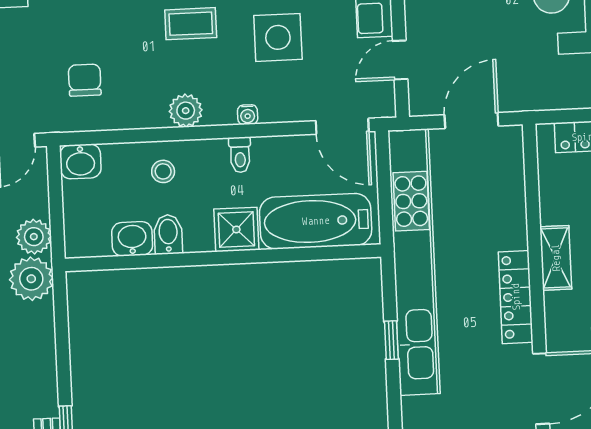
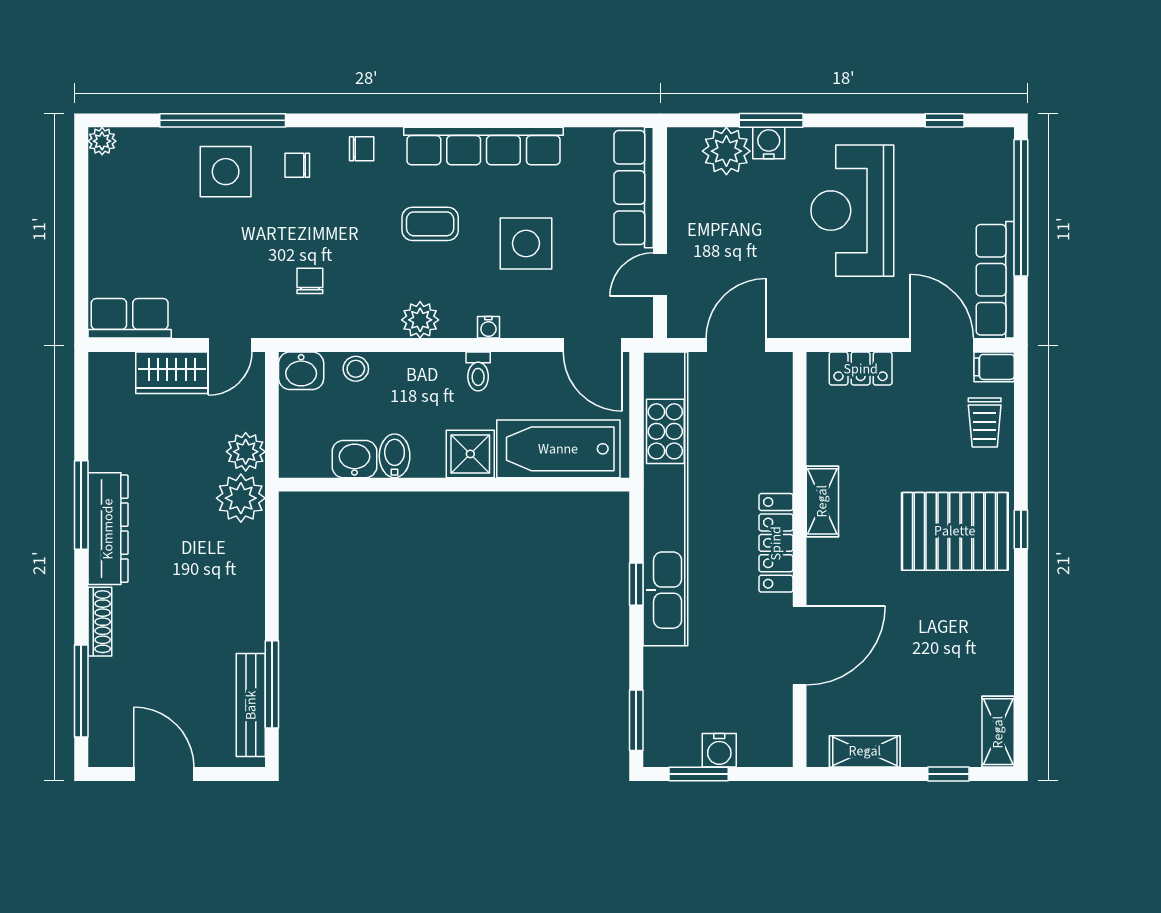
chair: (85, 80) -> (310, 281), width x0.73, depth x0.73
stool: (163, 171) -> (356, 369), moved

